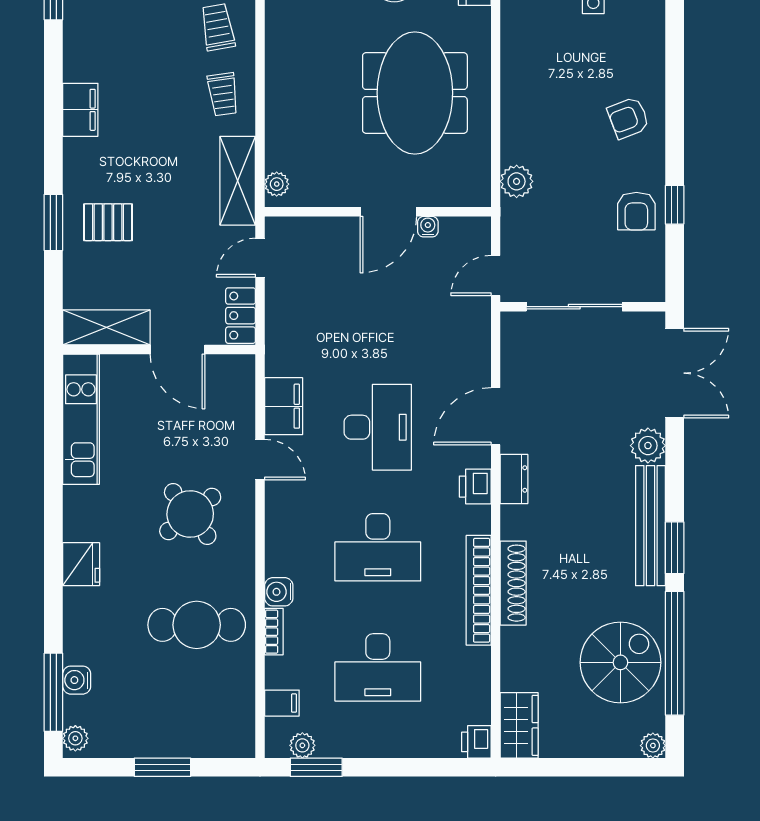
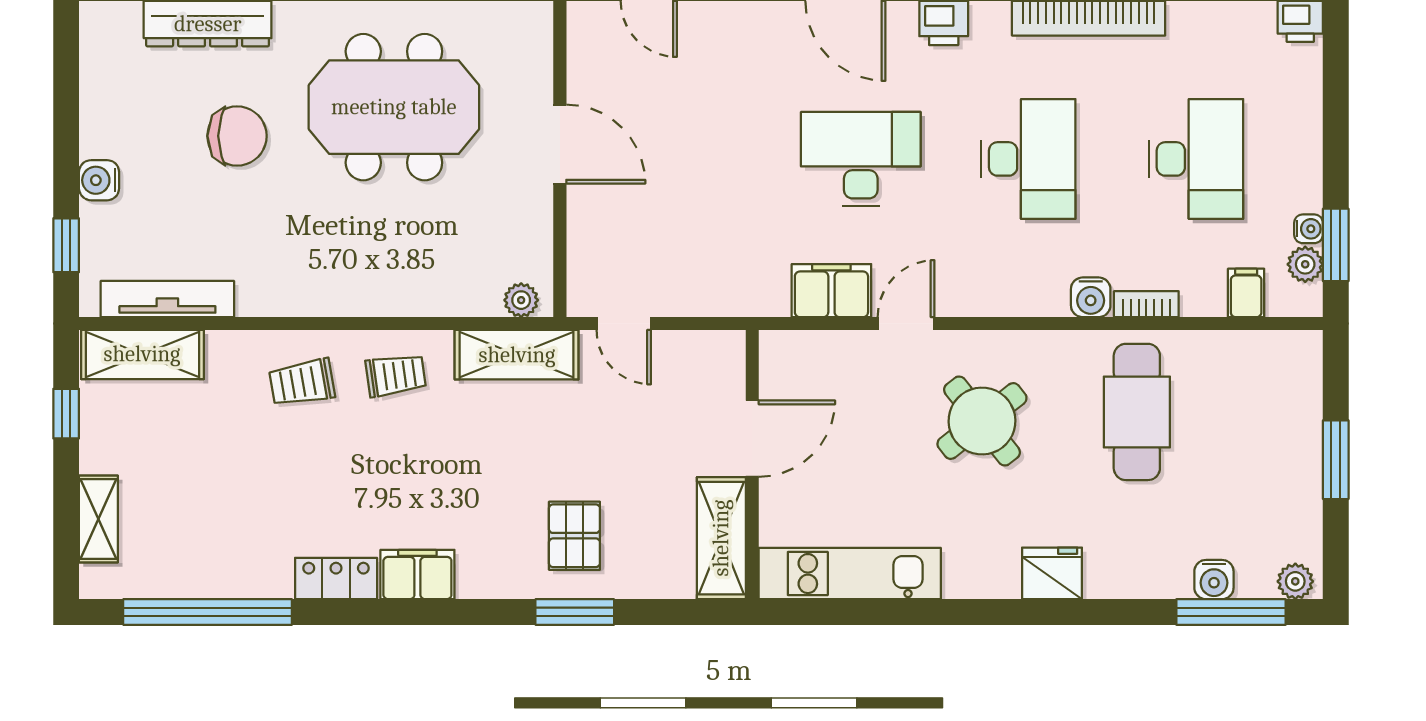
water cooler: (428, 227) -> (1309, 229), moved, turned 180
locker: (241, 316) -> (336, 578), moved, turned 180

